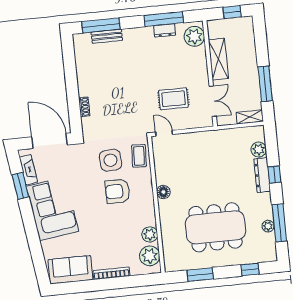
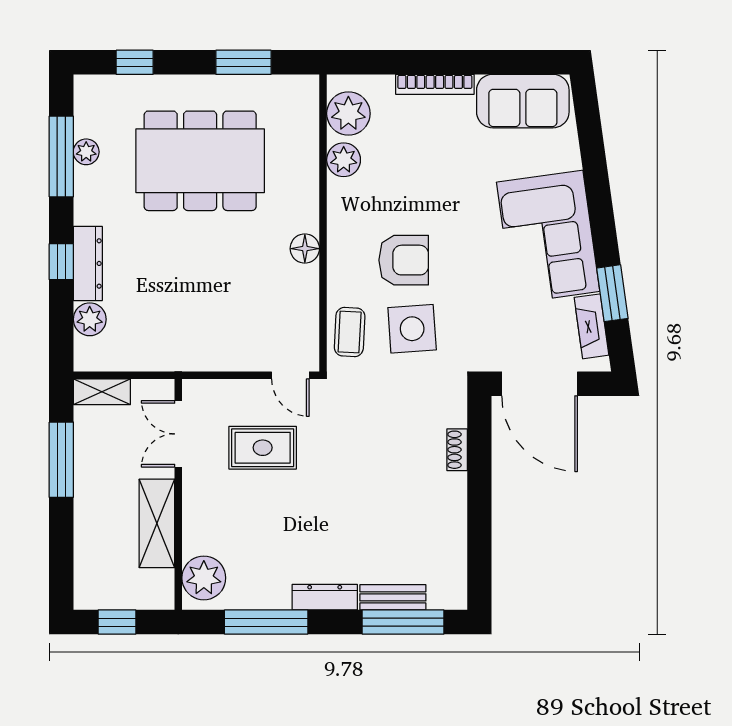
dresser: (165, 30) -> (325, 597), moved, width x1.44

